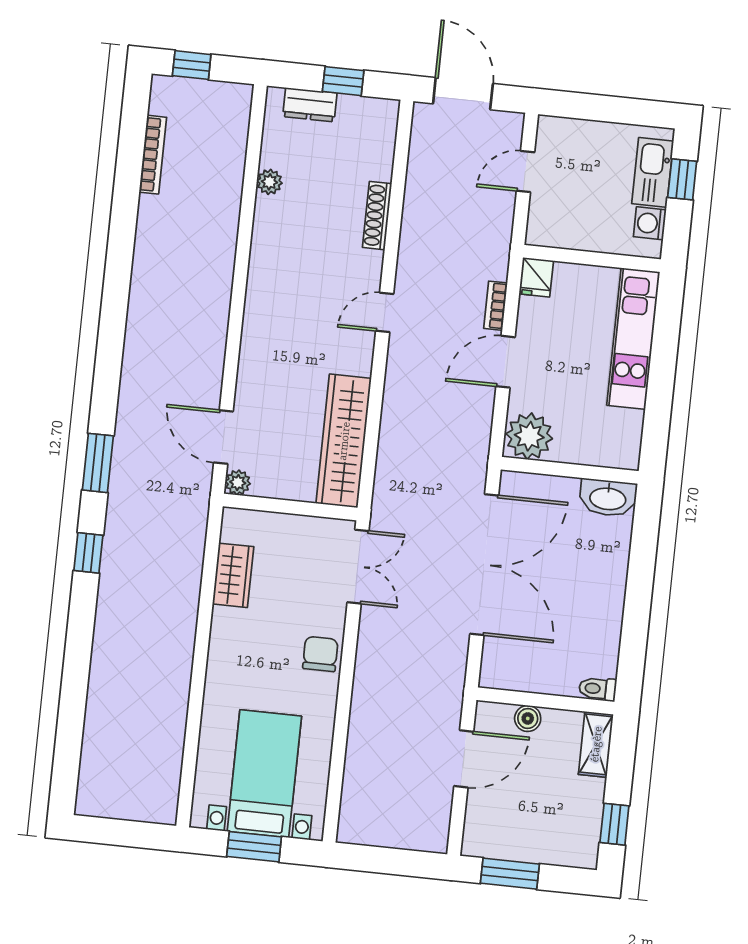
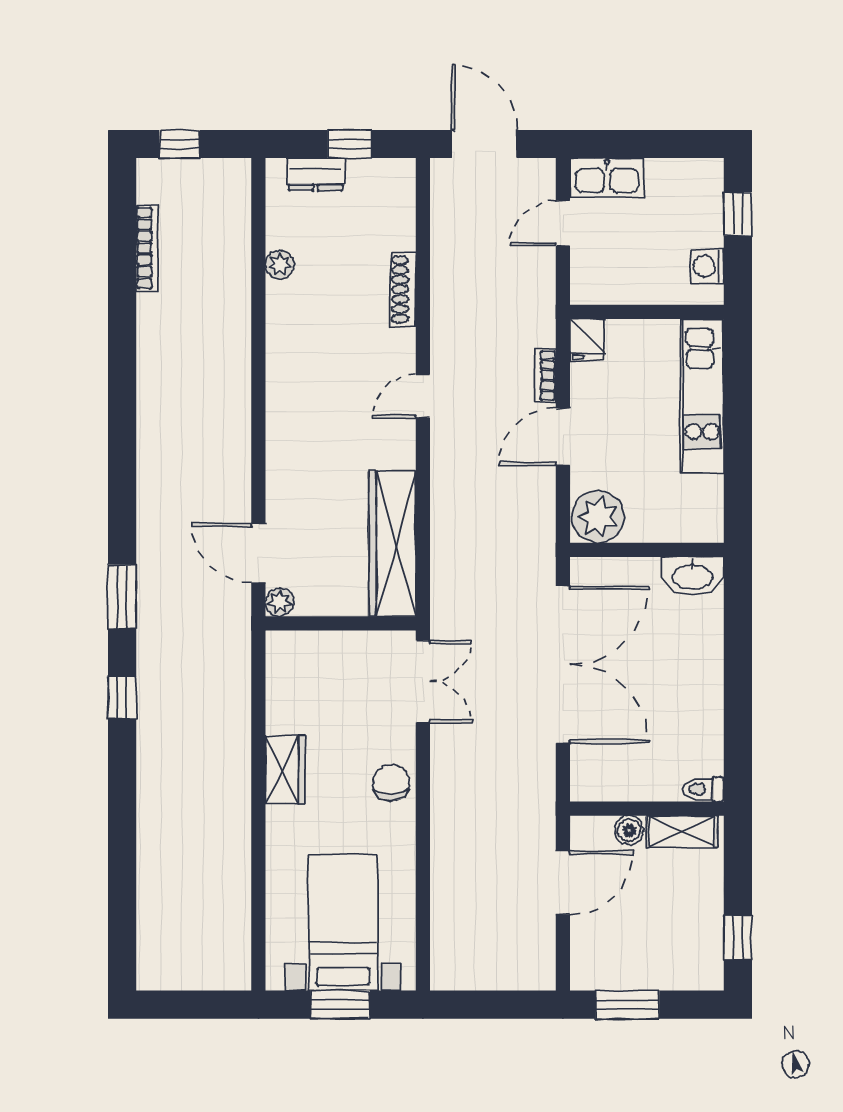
kitchen sink: (653, 172) -> (607, 178), moved, turned -90
wardrobe: (233, 575) -> (285, 770), moved
shelving: (596, 744) -> (682, 832), moved, turned 90

